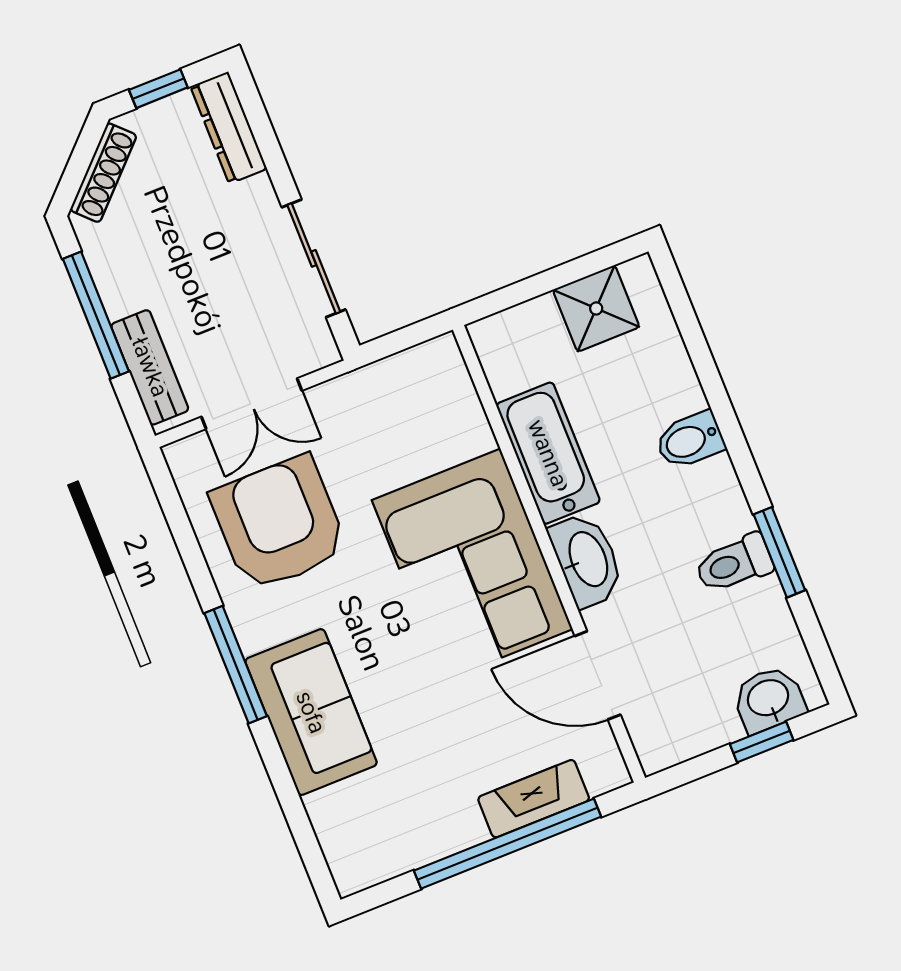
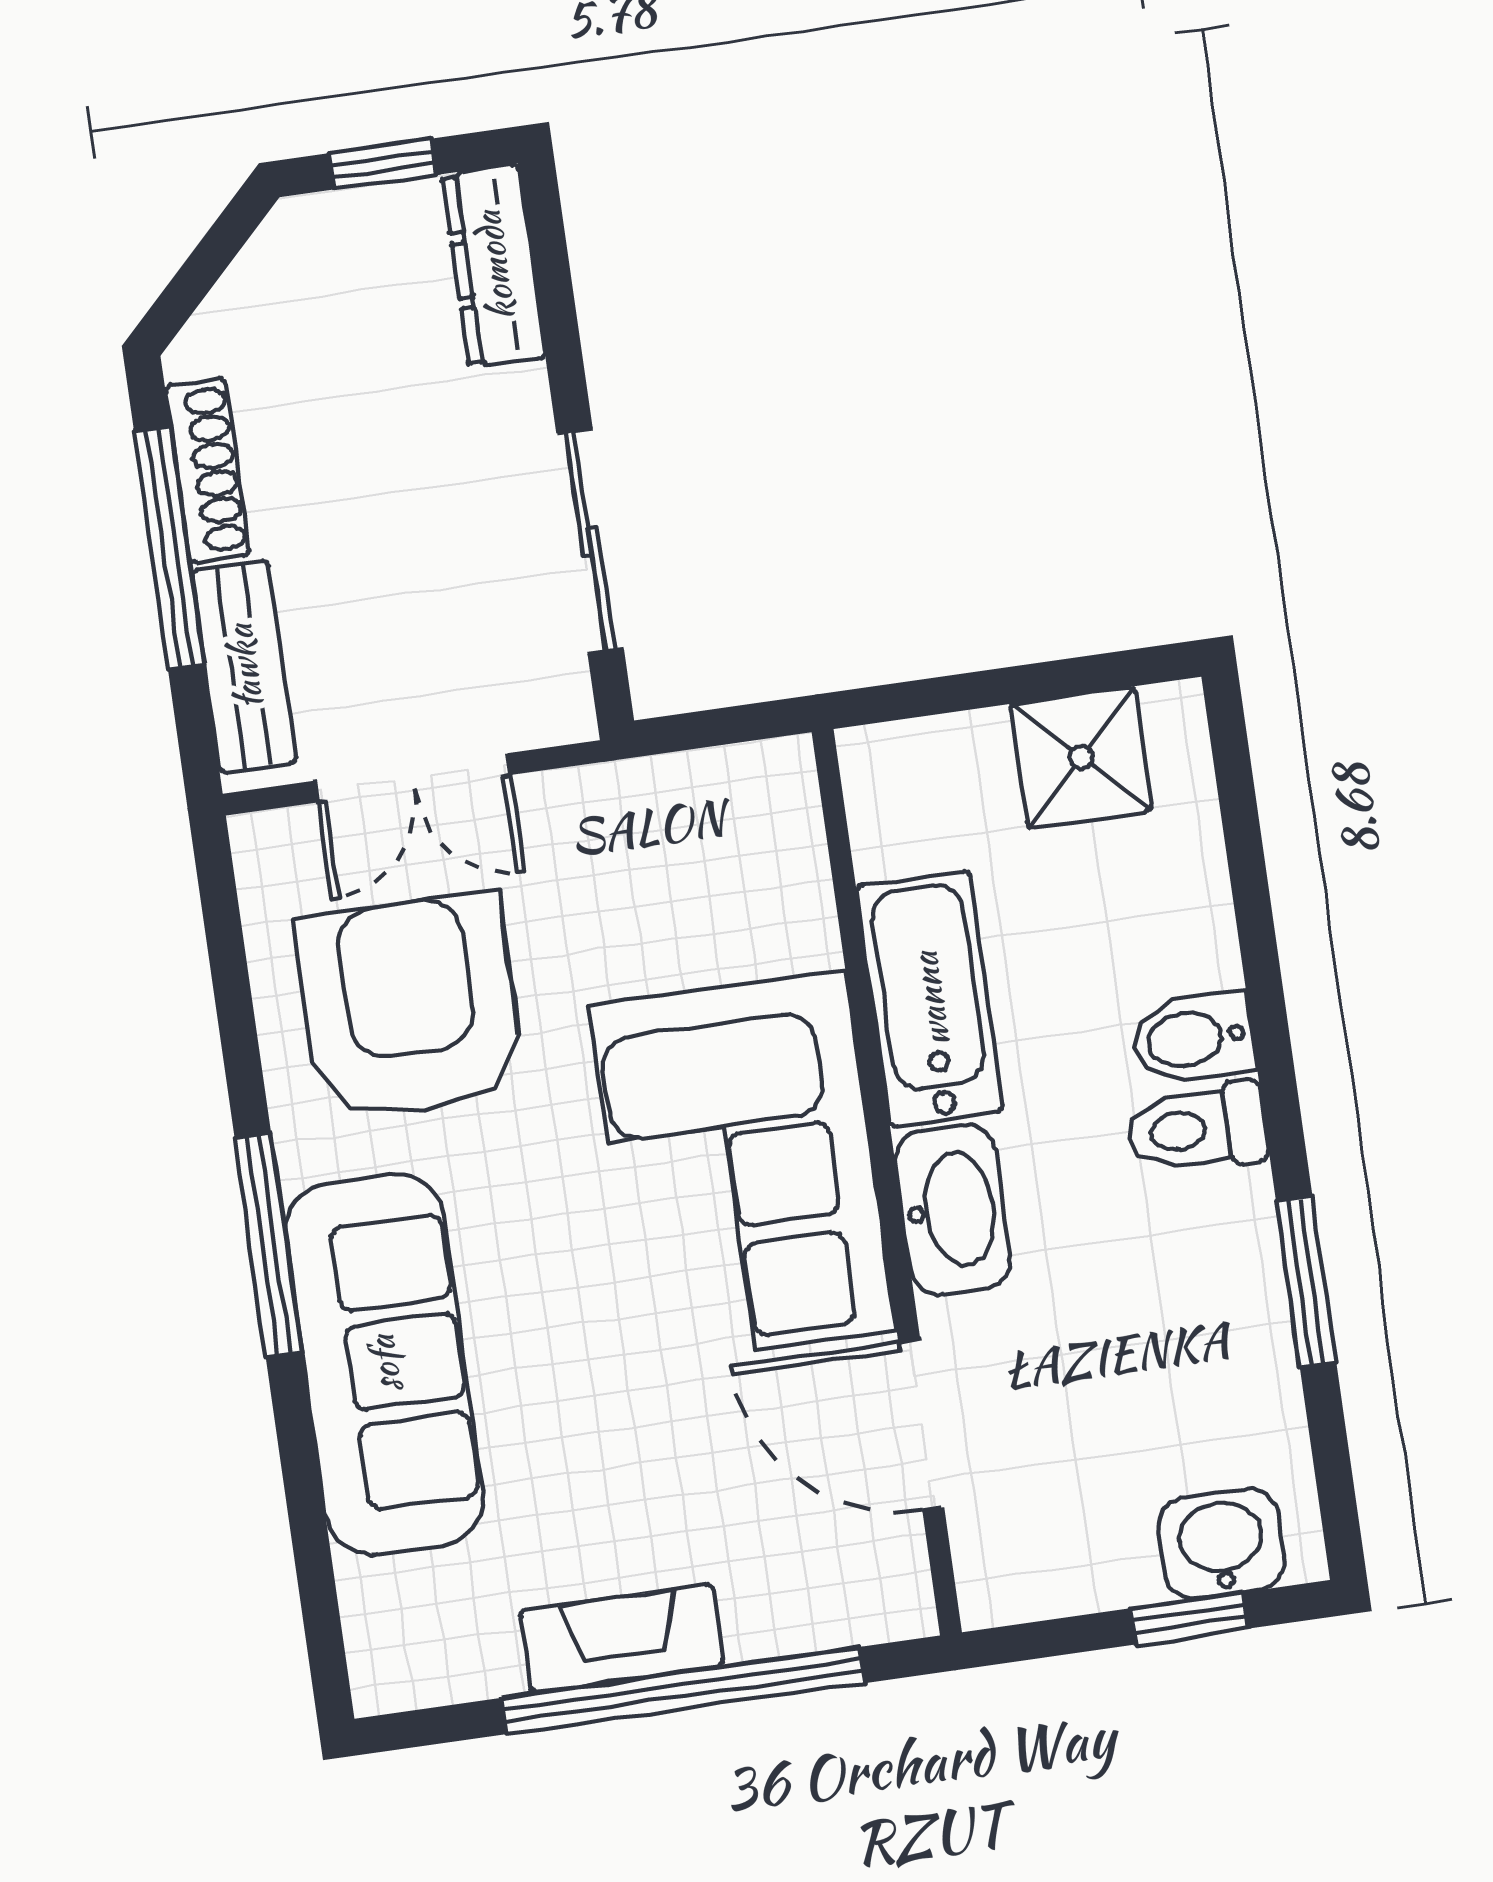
shoe rack: (103, 173) -> (207, 471), moved, turned -45
toilet: (734, 564) -> (1197, 1129), moved
sofa: (311, 712) -> (384, 1364), width x1.36
fireplace: (534, 799) -> (622, 1639), moved

